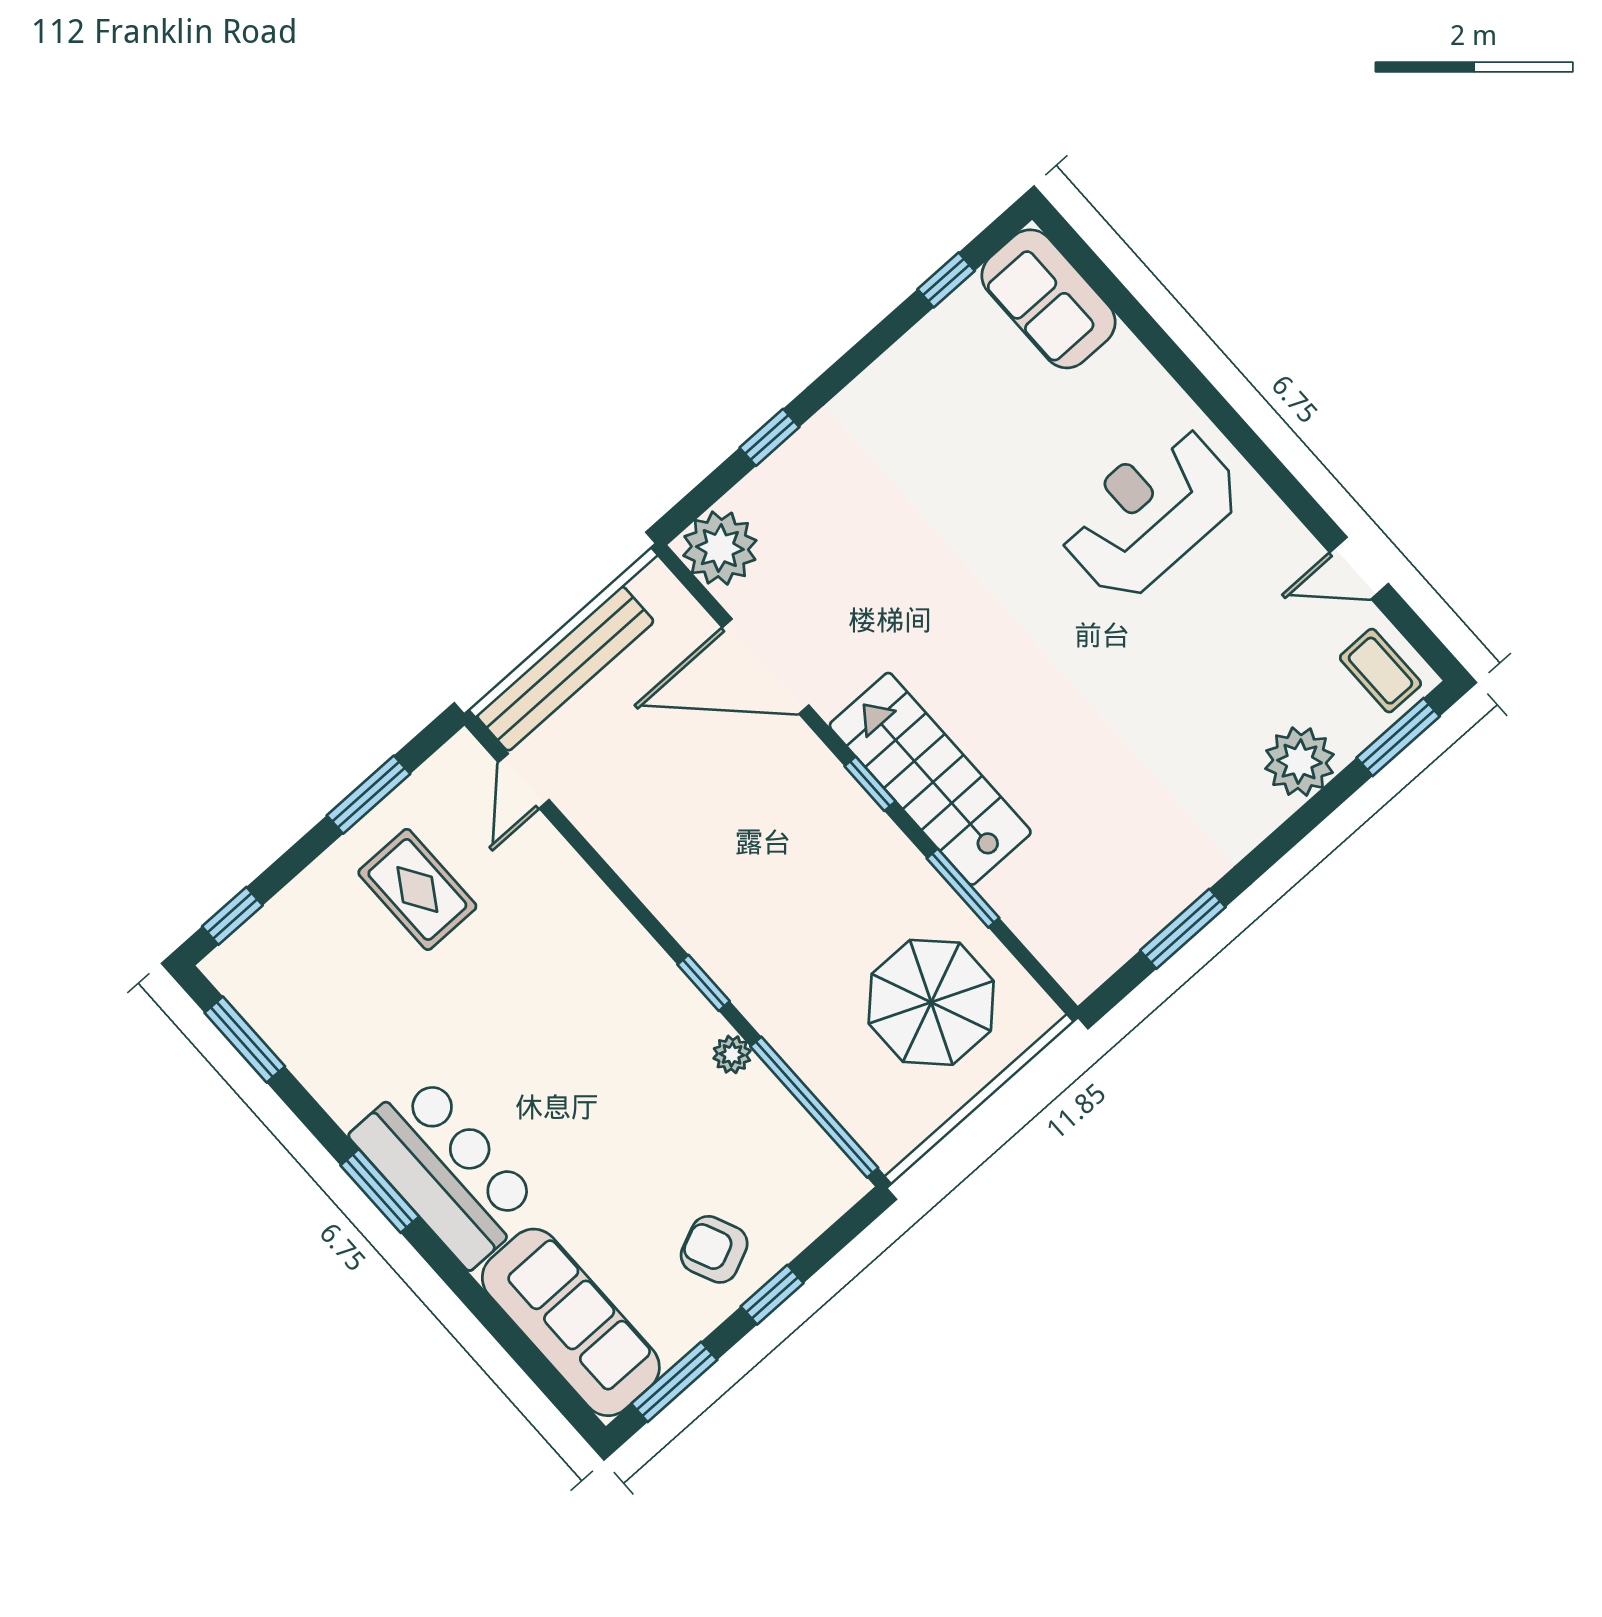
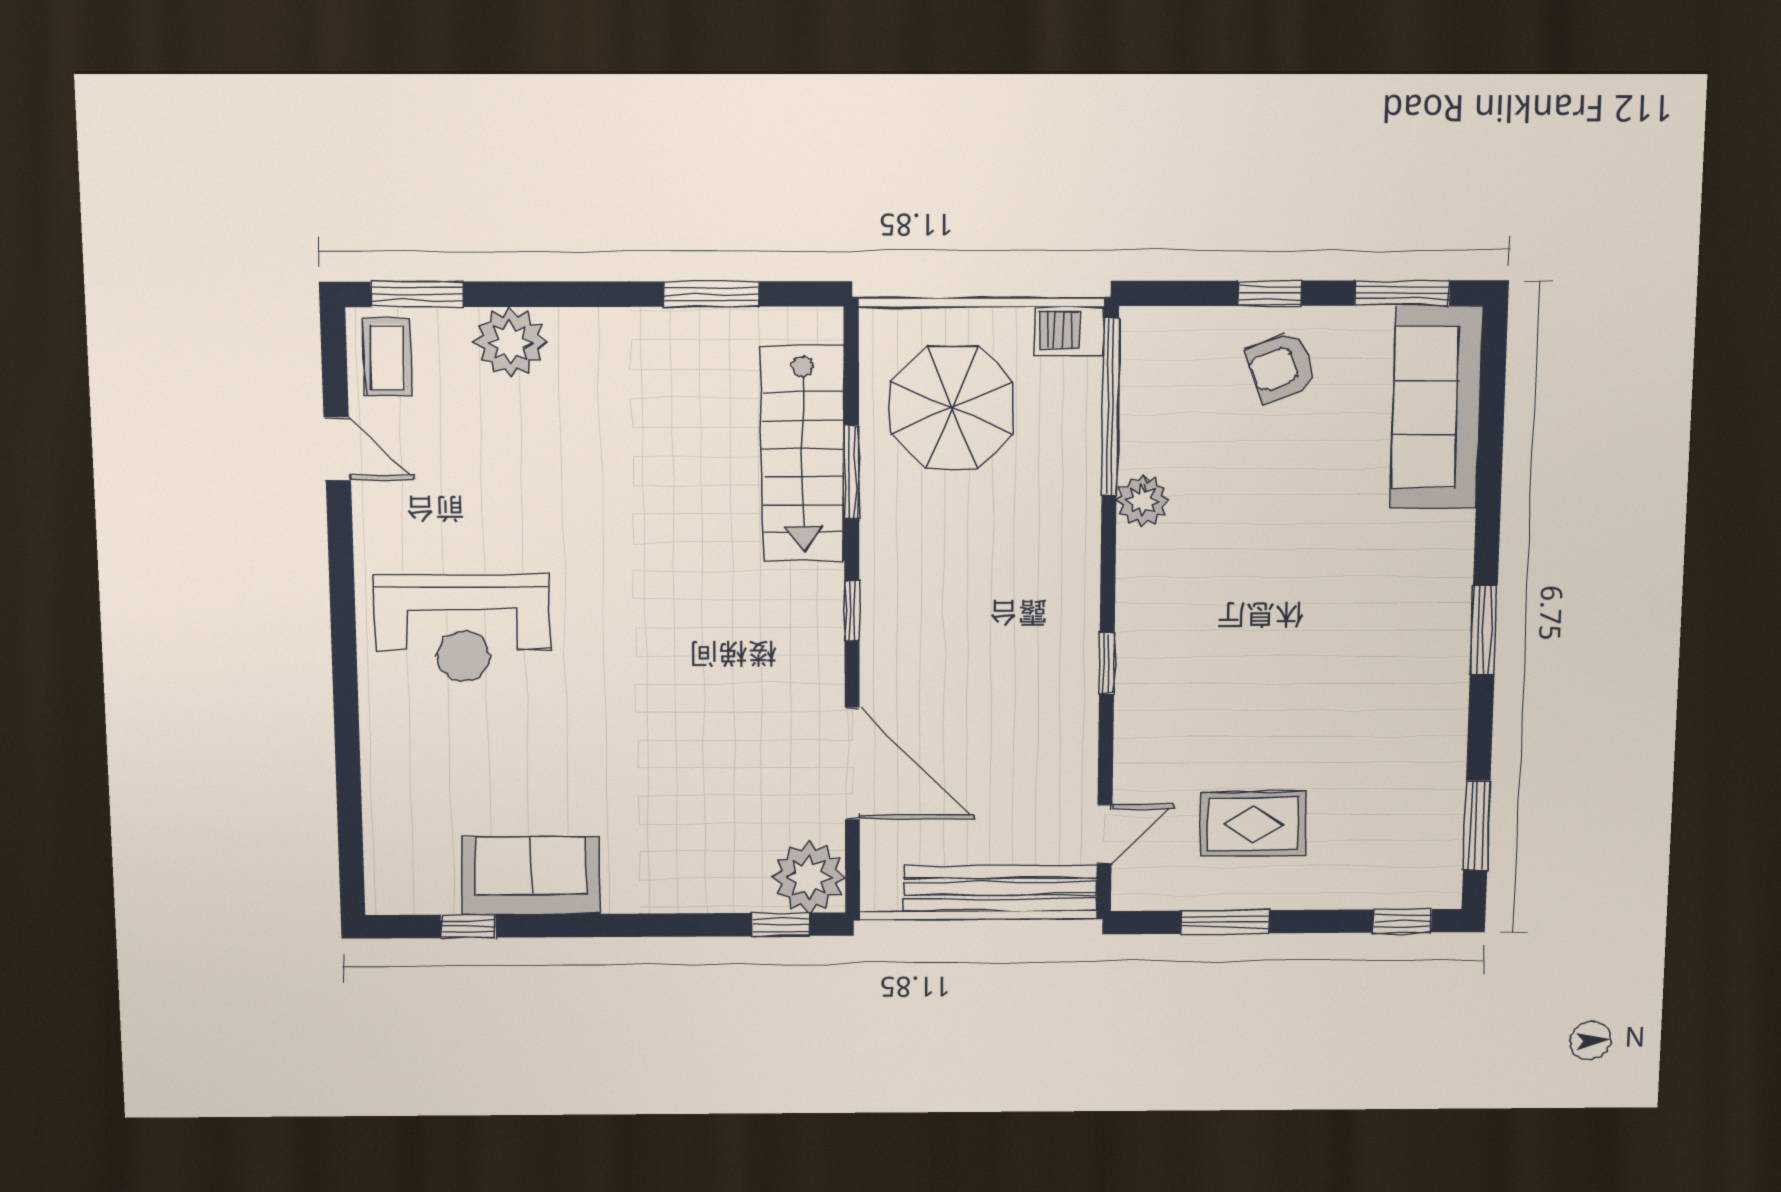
sofa: (1049, 299) -> (531, 876), moved, turned -90
window: (769, 437) -> (781, 924), moved
stairs: (930, 779) -> (803, 453), moved
rug: (417, 889) -> (1253, 824), turned 90
window: (704, 983) -> (1107, 664), moved
plant: (732, 1054) -> (1142, 501), width x1.38, depth x1.38
barbecue: (895, 1136) -> (1069, 331), added
bar counter: (446, 1170) -> (1422, 602), removed
armchair: (714, 1249) -> (1281, 367), turned 94

